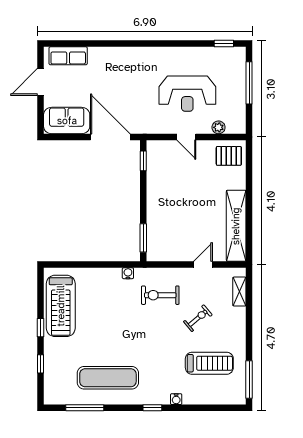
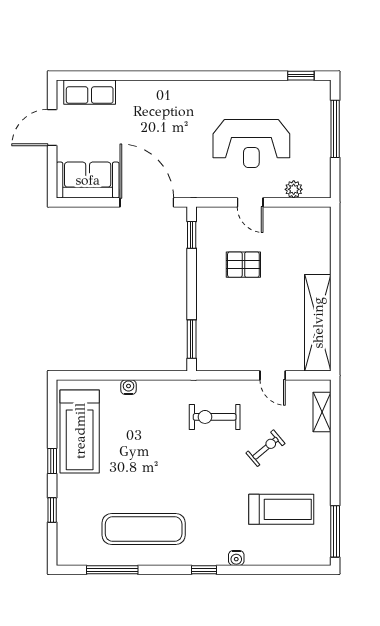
pallet: (229, 156) -> (243, 265), moved
door: (203, 265) -> (273, 375), swing flipped
water cooler: (128, 273) -> (129, 387), moved

